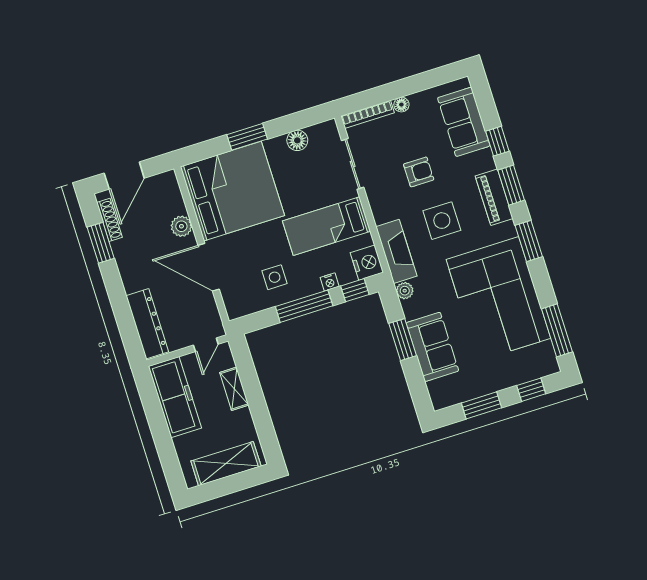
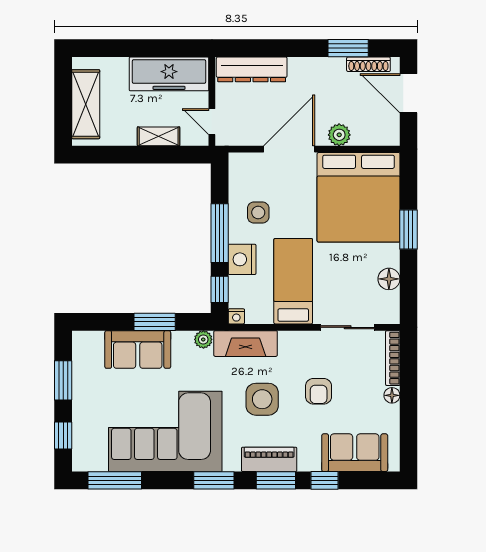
nightstand: (367, 263) -> (236, 316), width x0.53, depth x0.56
nightstand: (330, 282) -> (242, 259), width x1.89, depth x1.79

